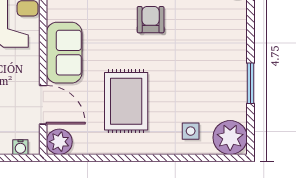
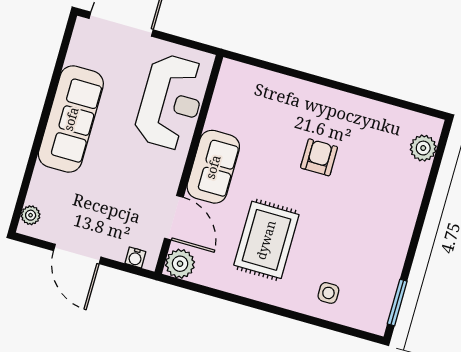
window: (250, 83) -> (397, 303), moved
plant: (230, 138) -> (370, 312), removed

